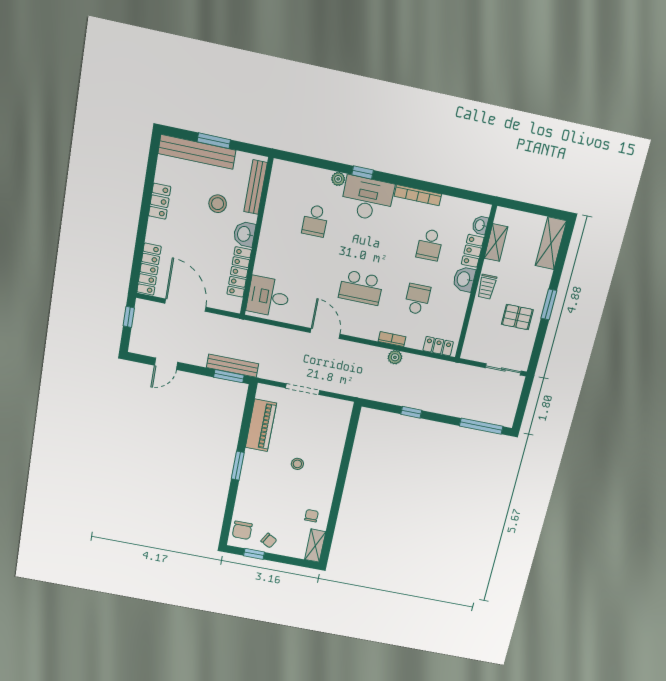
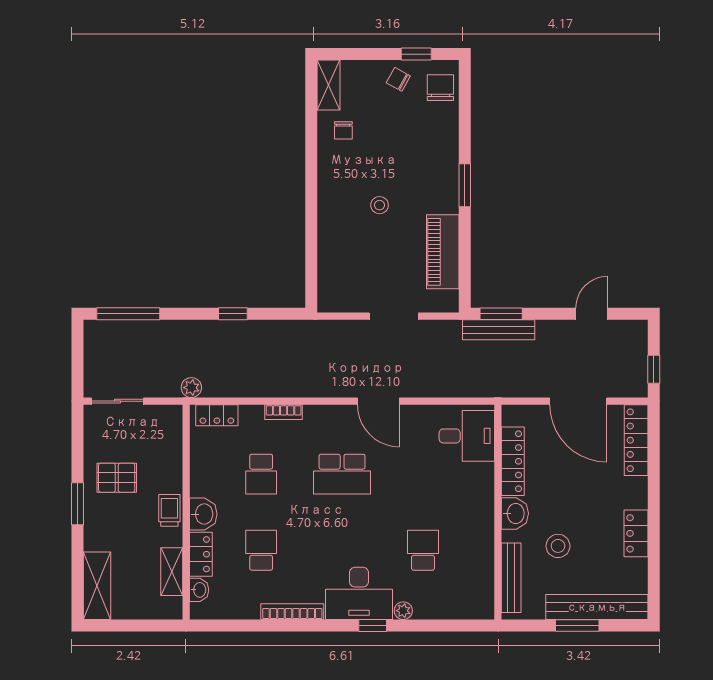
school desk: (361, 288) -> (342, 474), turned 180
plant: (395, 357) -> (191, 388), moved

